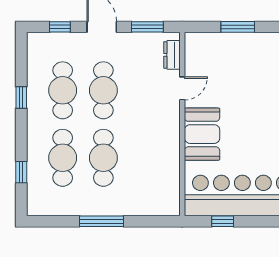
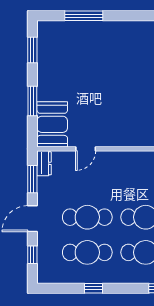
dresser: (172, 55) -> (44, 163), moved, turned -90
door: (182, 88) -> (86, 149), swing flipped
booth: (202, 134) -> (52, 124), moved, turned 90

